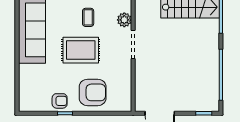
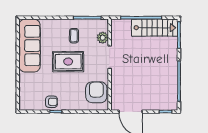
armchair: (93, 92) -> (96, 92), moved, turned -90

